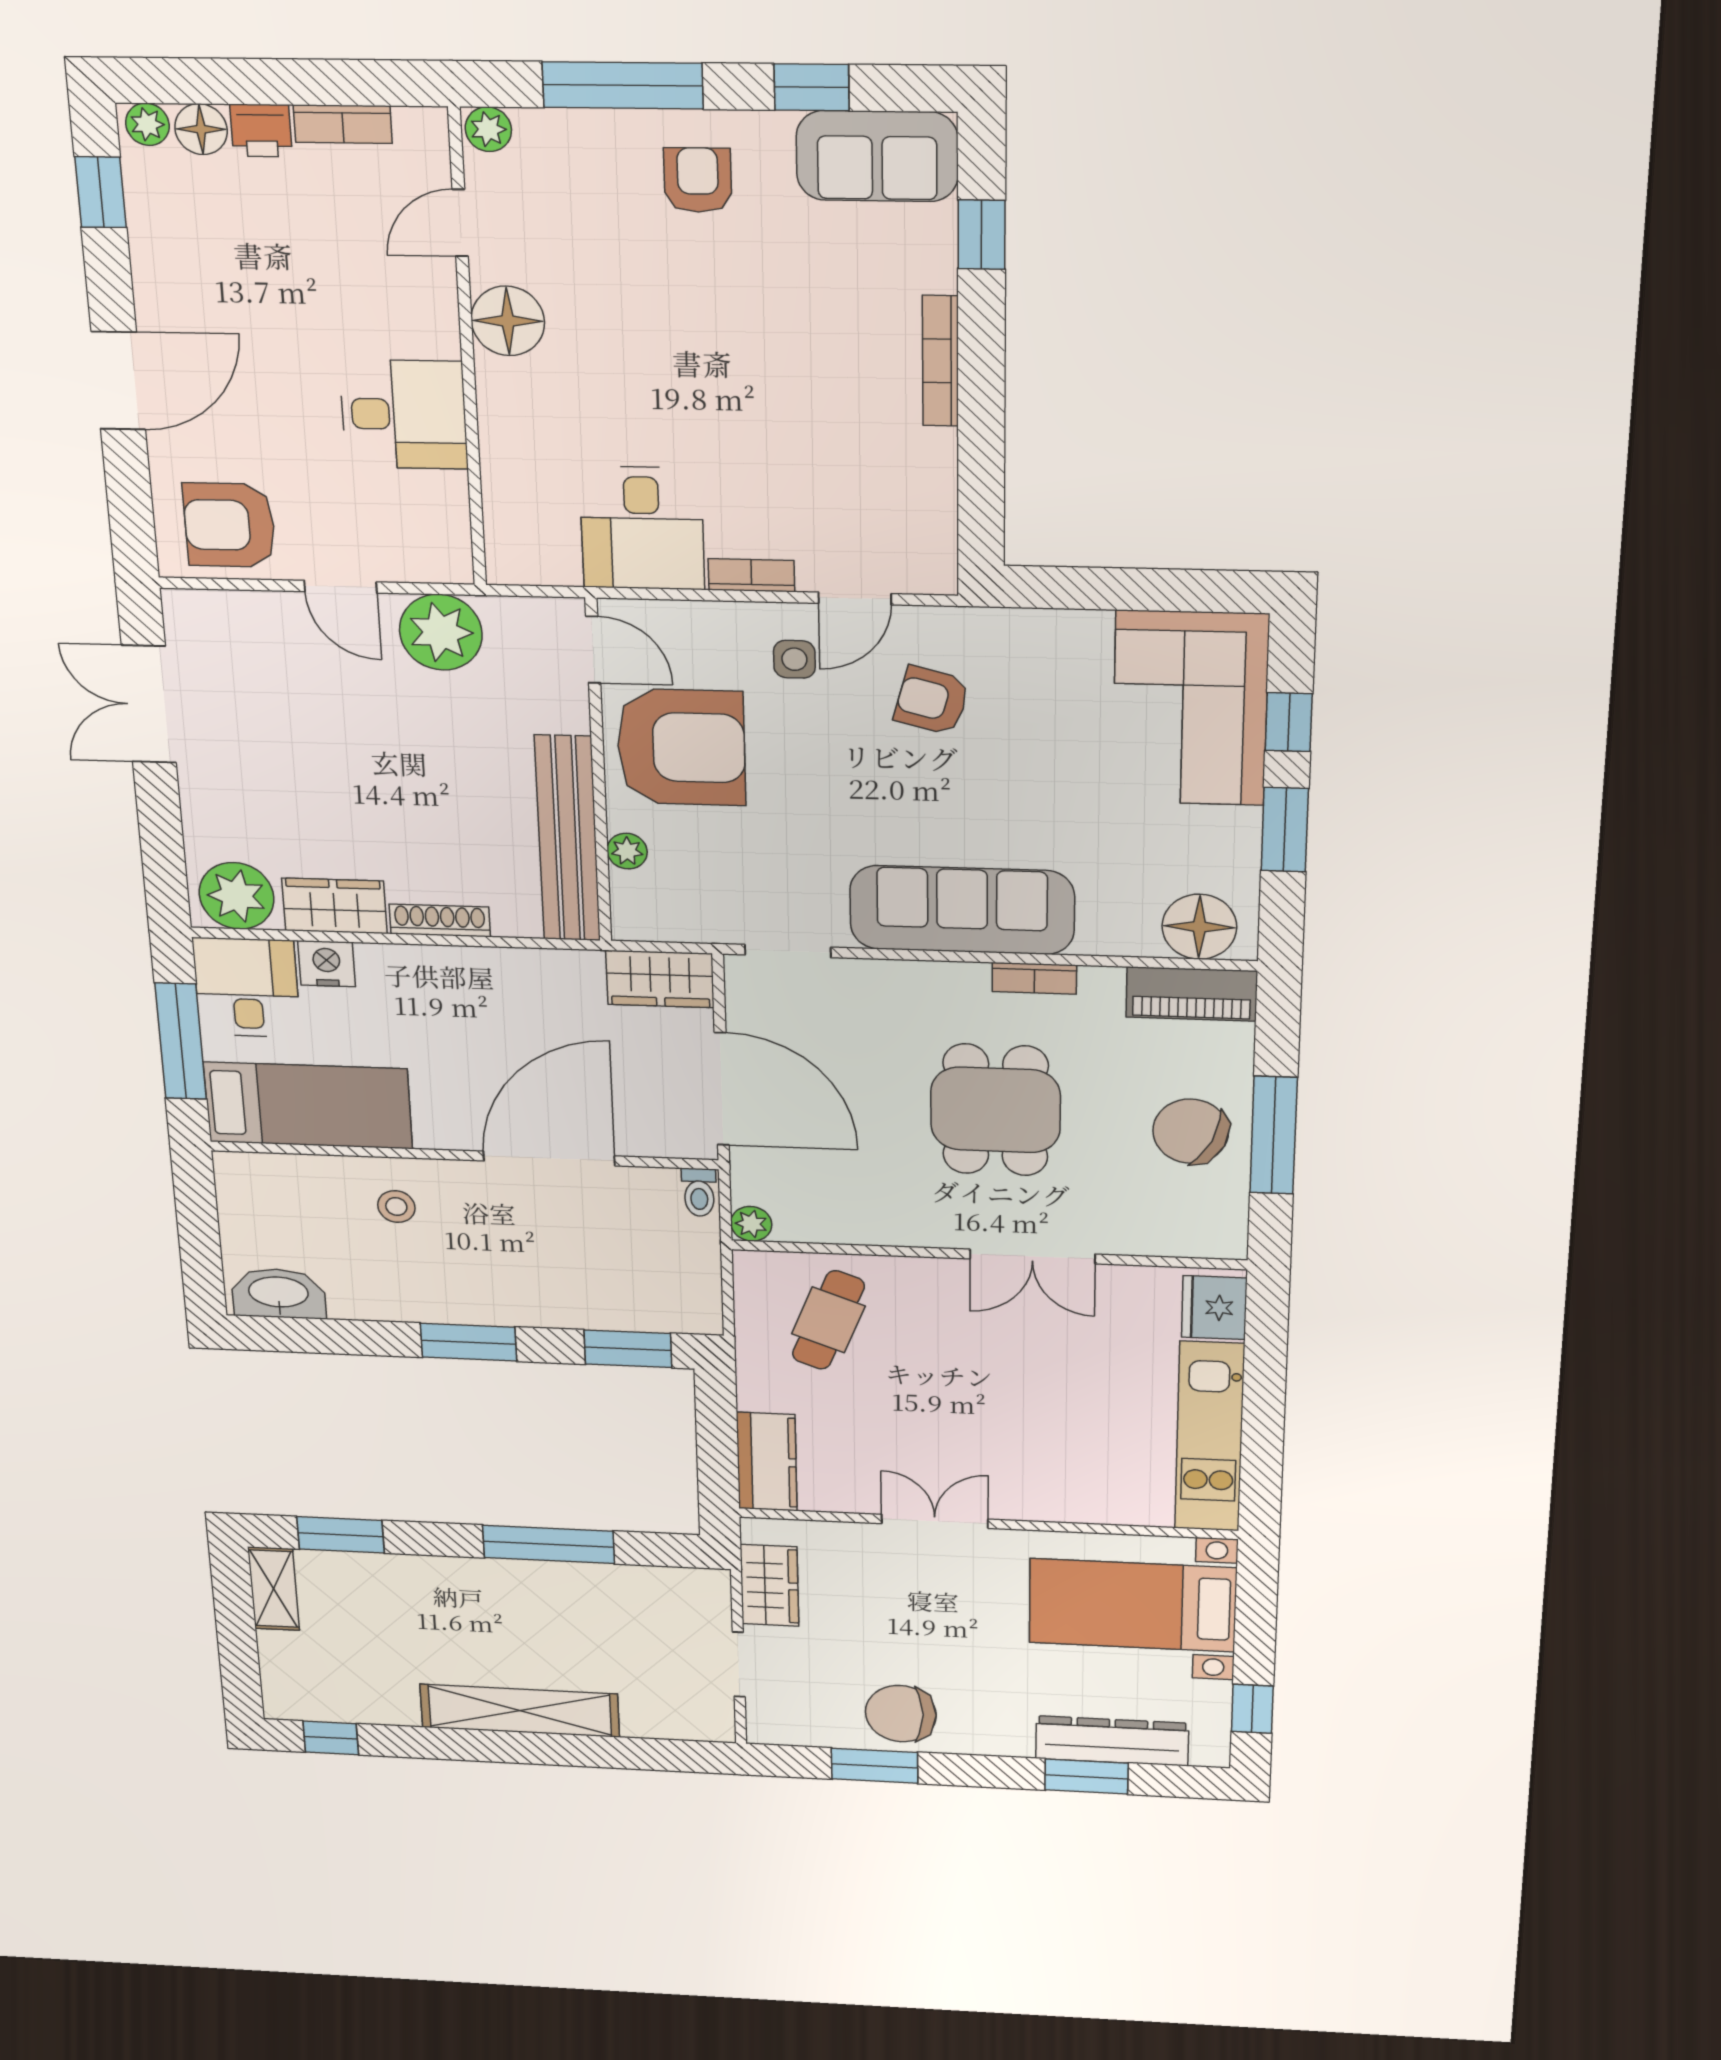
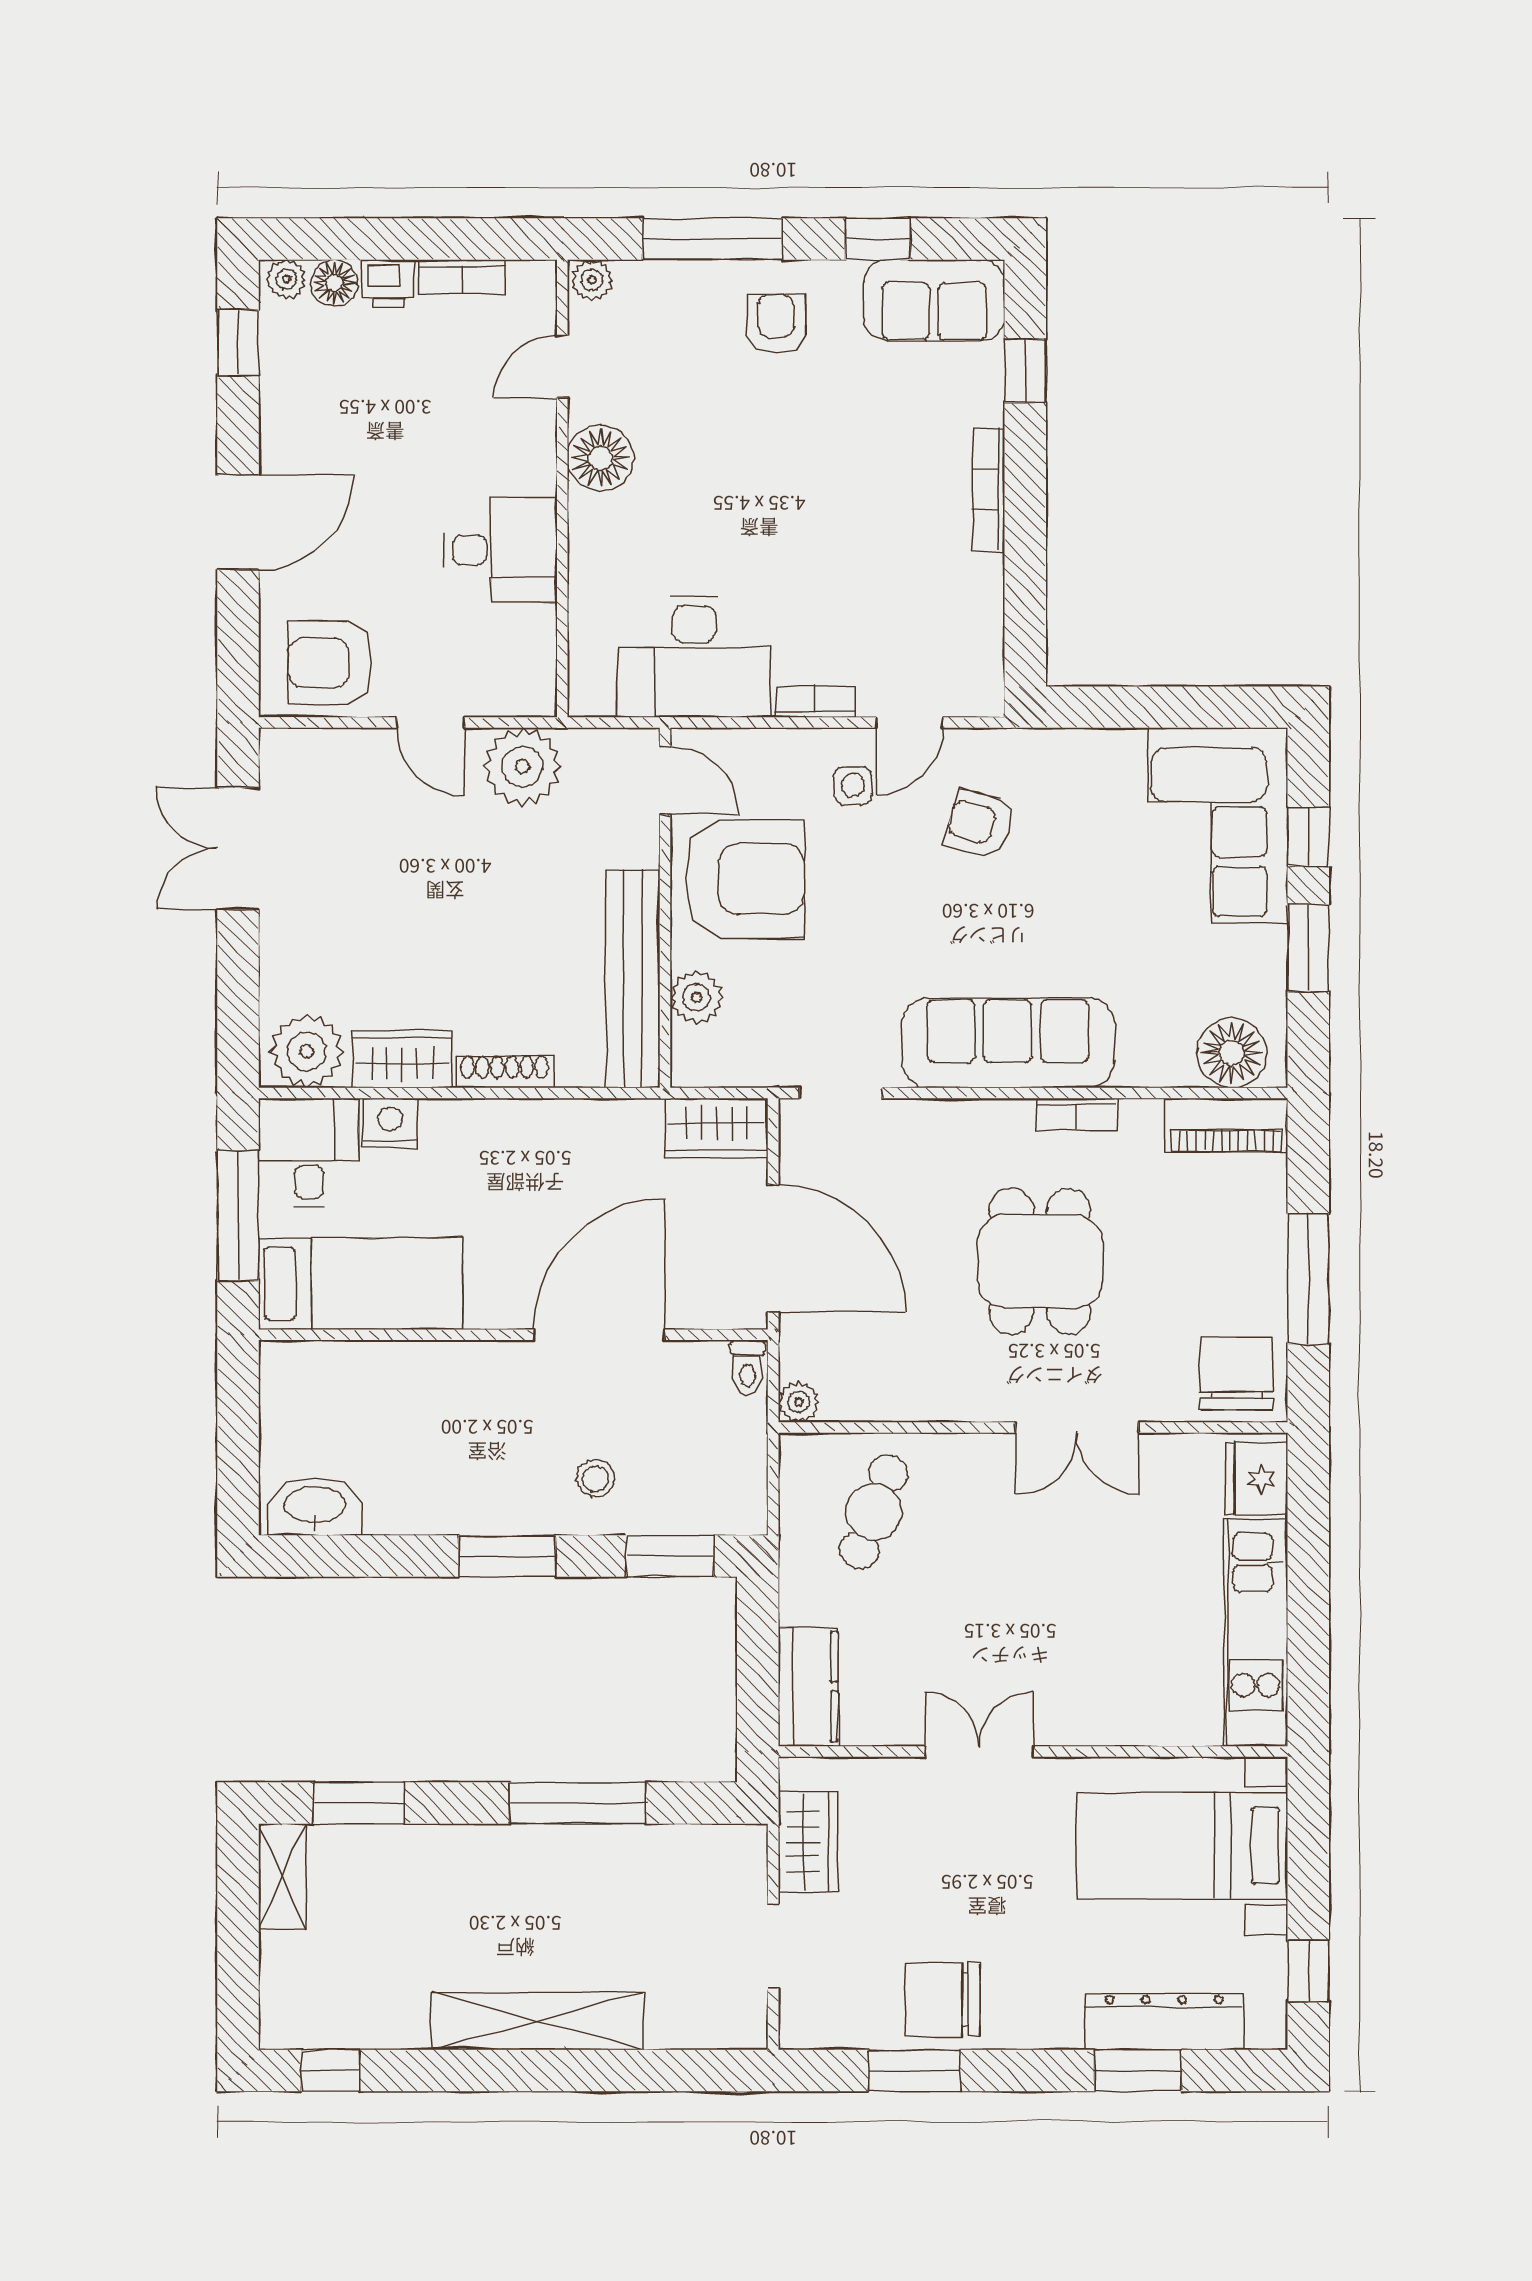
desk: (642, 528) -> (694, 657), width x1.37
plant: (627, 851) -> (697, 997), width x1.38, depth x1.38
chair: (1191, 1131) -> (1236, 1373), moved, turned 65
stool: (396, 1207) -> (596, 1478), moved

